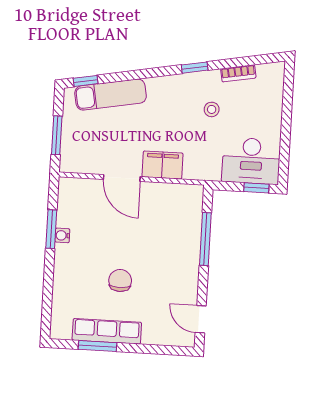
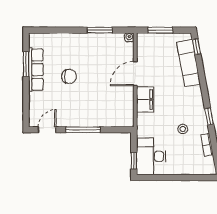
water cooler: (62, 235) -> (129, 37), moved
window: (205, 239) -> (83, 130), moved

